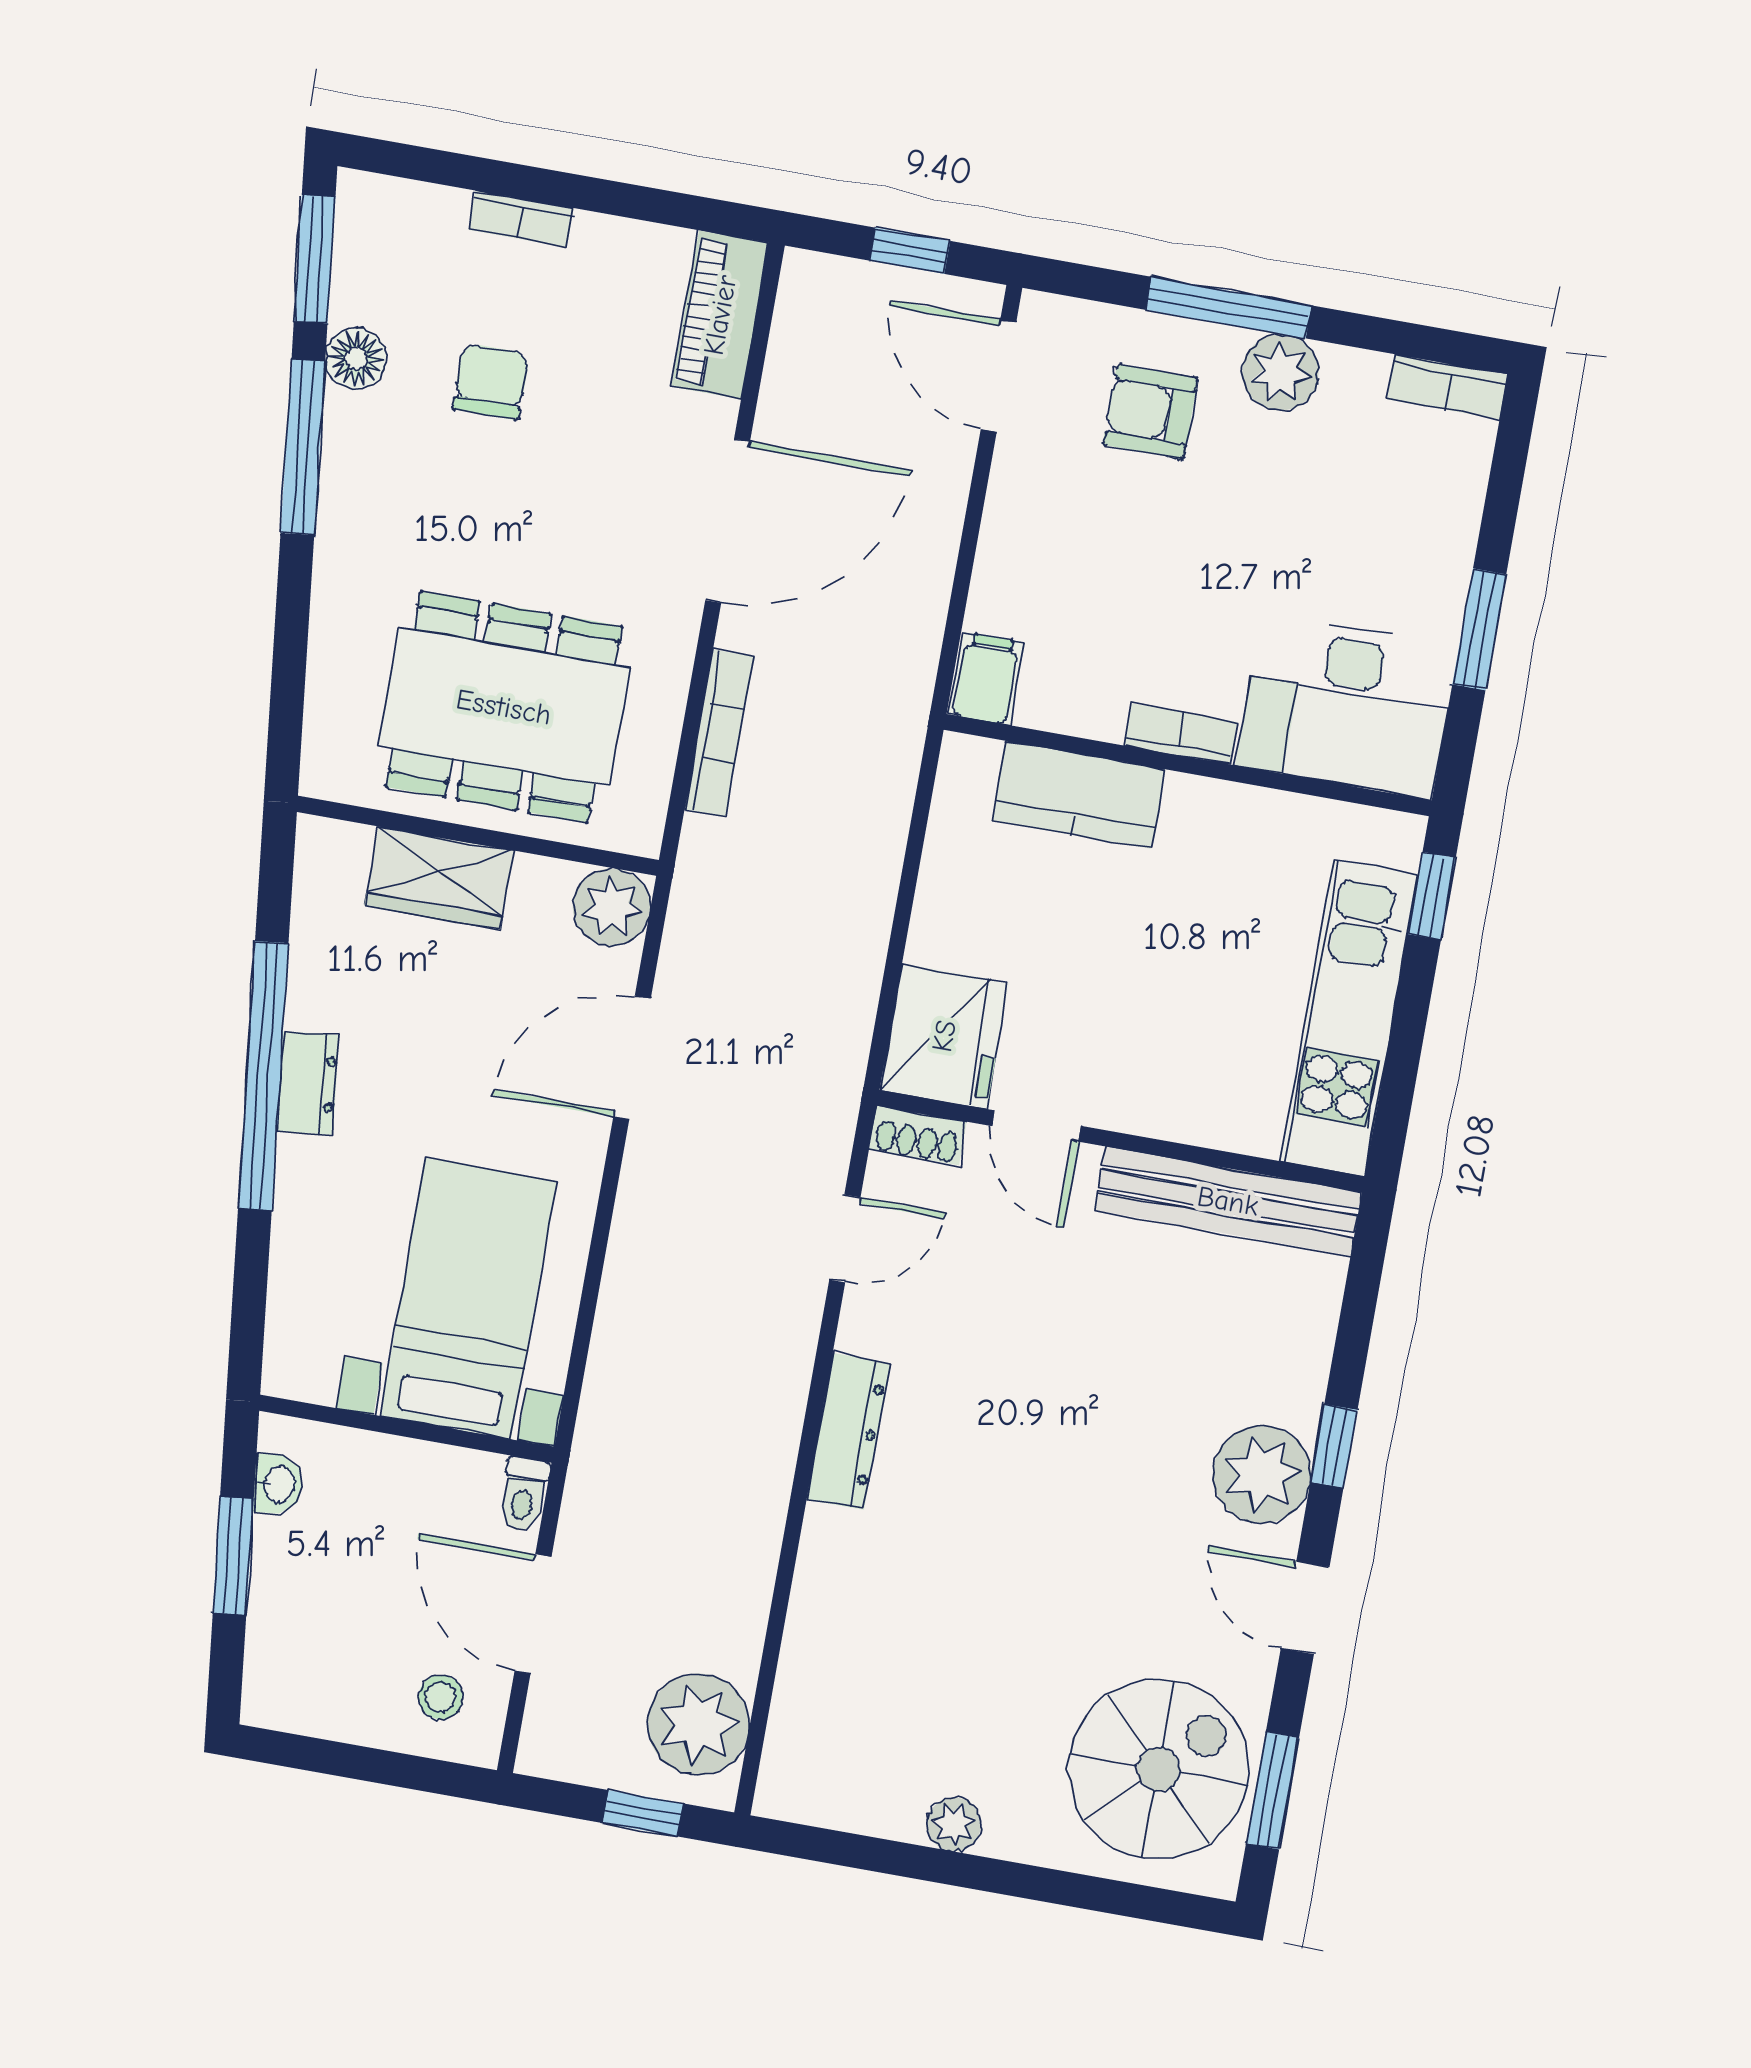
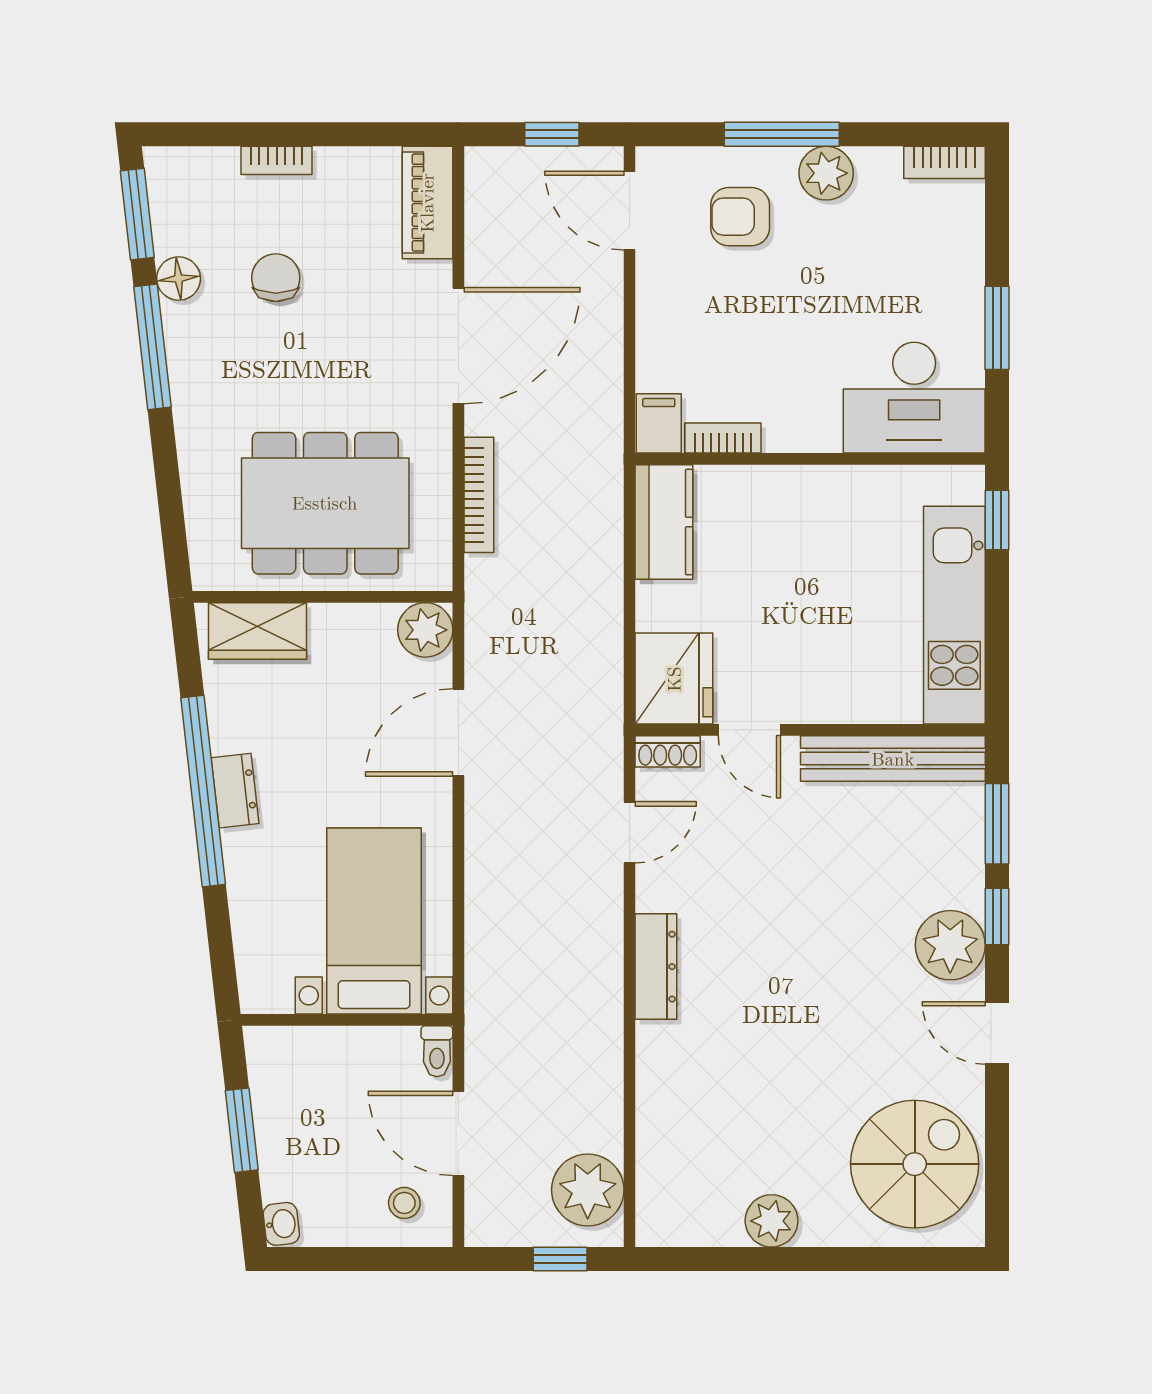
bookcase: (1181, 734) -> (723, 438), moved
kitchen counter: (1079, 795) -> (664, 522), moved, turned -90
wardrobe: (439, 878) -> (257, 631), moved
washbasin: (278, 1484) -> (281, 1224), moved
window: (1272, 1791) -> (997, 824), moved
plant: (954, 1824) -> (772, 1221), width x1.38, depth x1.38

